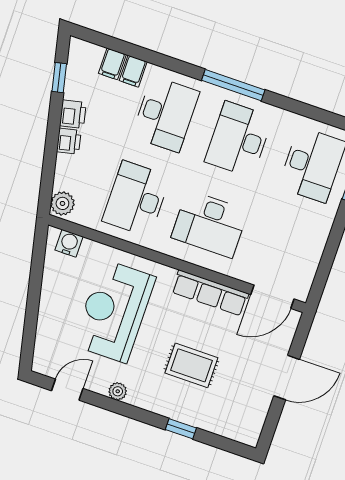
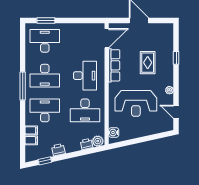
printer: (69, 141) -> (86, 144), moved
door: (272, 297) -> (107, 38), hinge flipped

